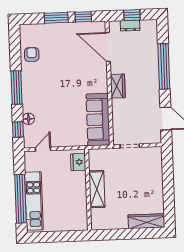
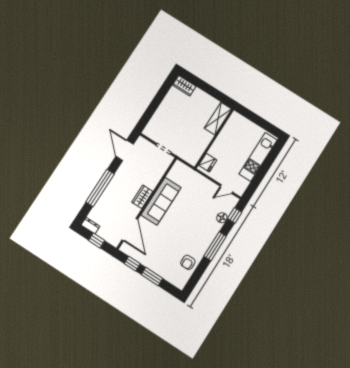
dresser: (130, 26) -> (90, 226), moved
sofa: (98, 120) -> (161, 201), moved
shelving: (97, 189) -> (218, 119), moved
window: (21, 199) -> (266, 165), removed
wardrobe: (146, 221) -> (184, 86), width x0.67

